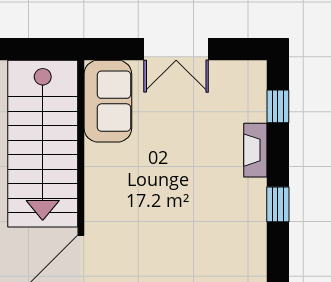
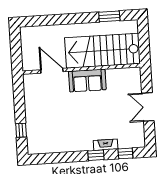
sofa: (108, 101) -> (87, 80), moved
window: (278, 204) -> (96, 155), moved

